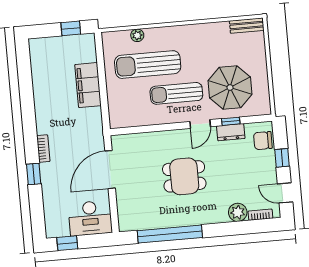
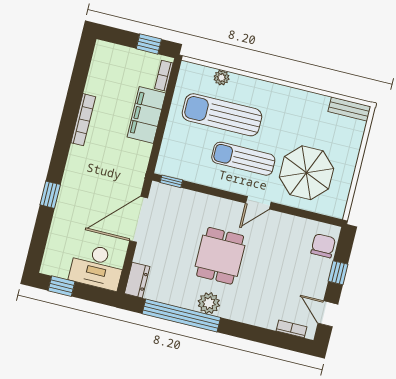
bookcase: (91, 49) -> (164, 76), added
window: (231, 121) -> (171, 181), moved
dresser: (231, 132) -> (137, 280), moved, turned -90
chair: (263, 141) -> (323, 246), turned 90
bookcase: (43, 149) -> (83, 120), moved, width x1.56
dining table: (184, 176) -> (220, 256), turned 90
plant: (238, 212) -> (209, 303), moved

